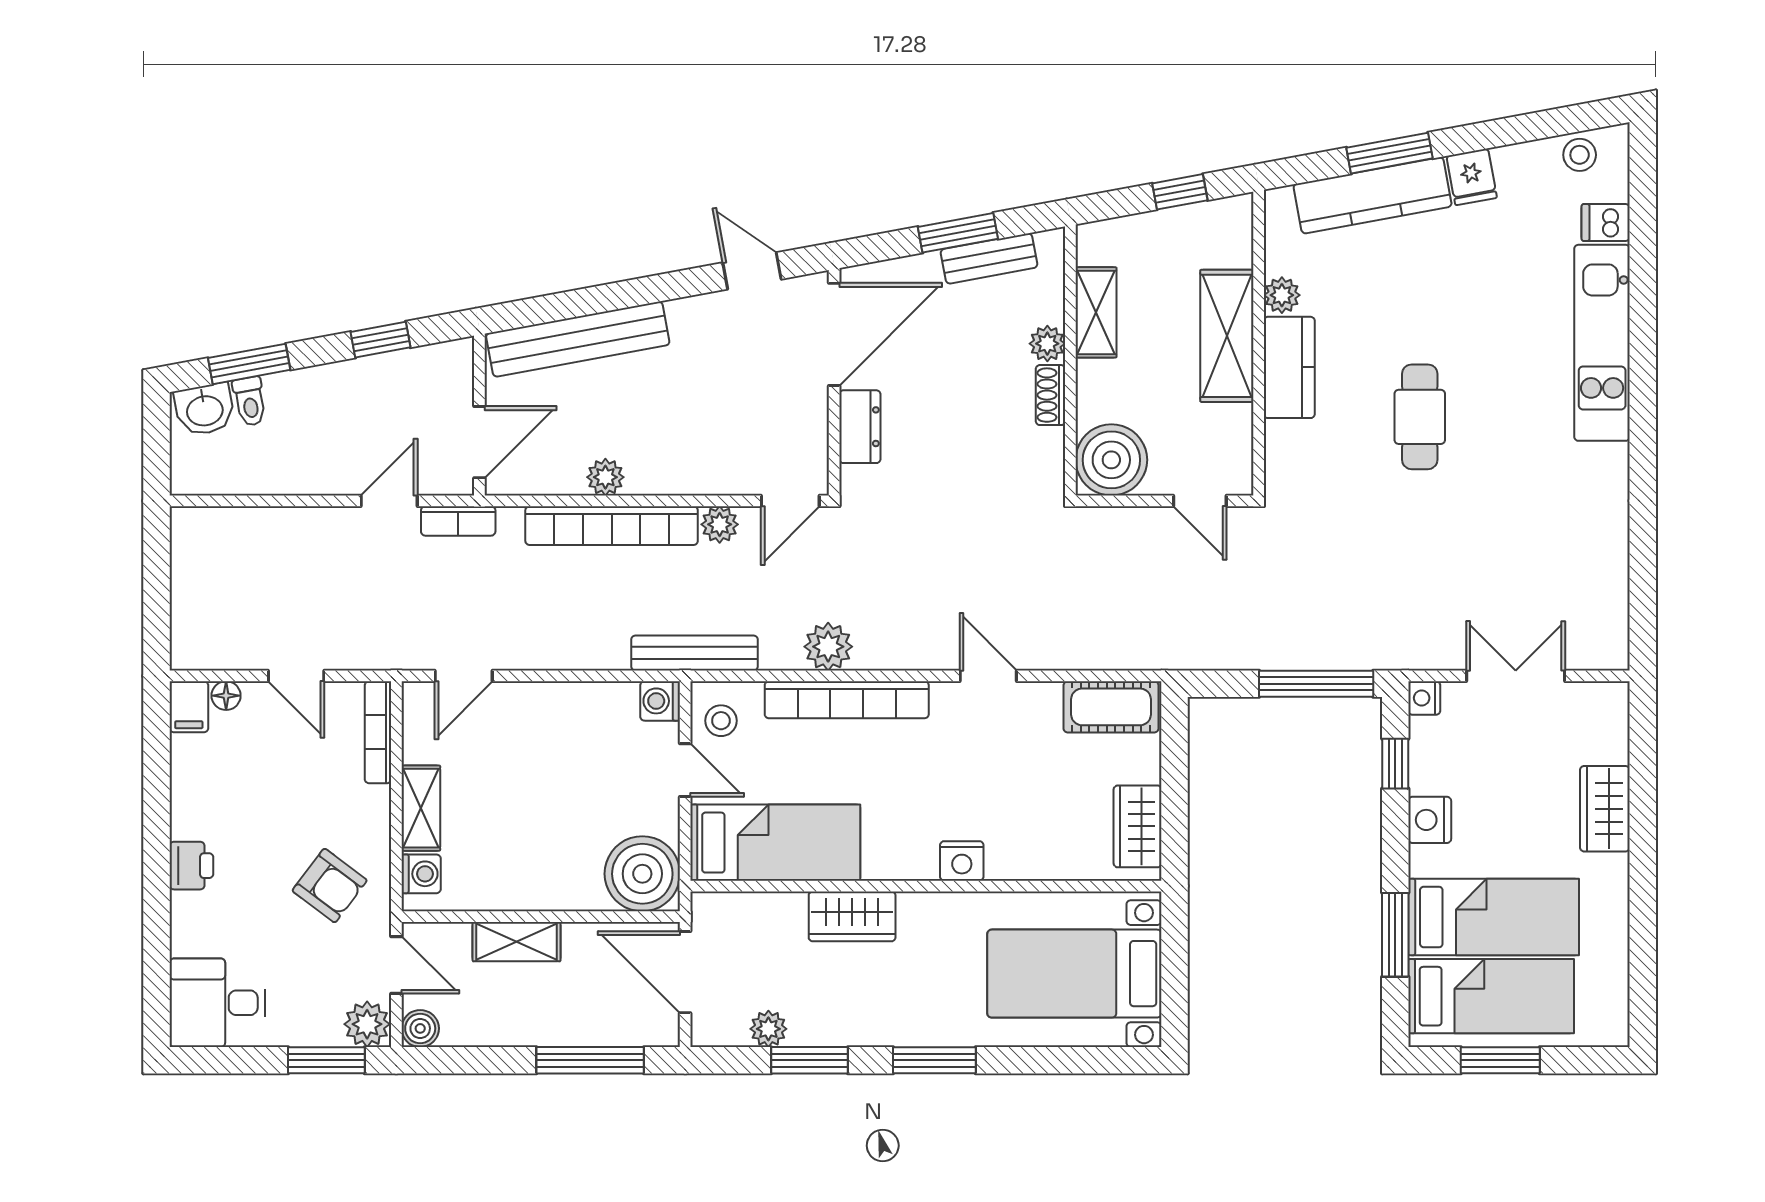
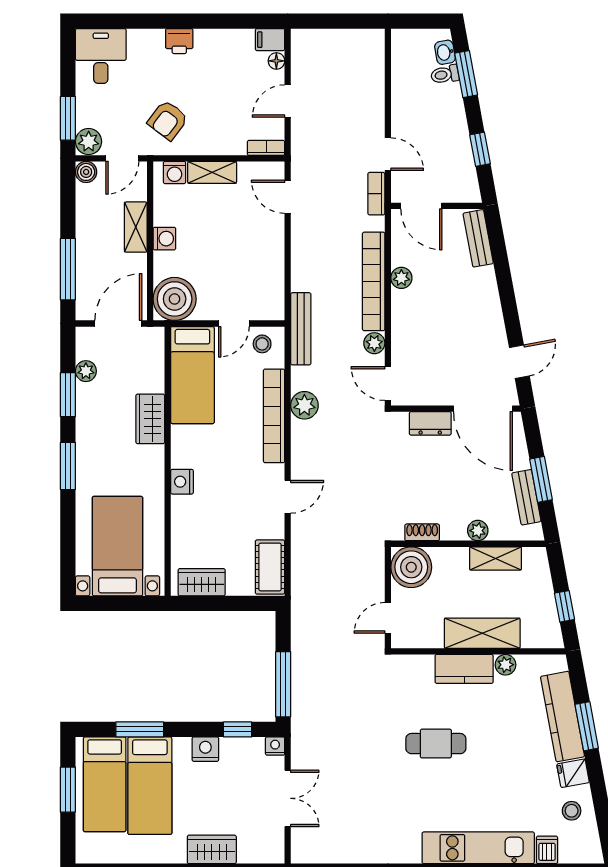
stool: (1580, 155) -> (572, 811), moved
bench: (578, 339) -> (478, 238), width x0.54, depth x0.82
shoe rack: (1050, 395) -> (422, 532), moved
washbasin: (205, 409) -> (445, 52), width x0.72, depth x0.69
washing machine: (660, 701) -> (164, 239), moved, turned 90
bookcase: (378, 732) -> (266, 148), width x0.64

